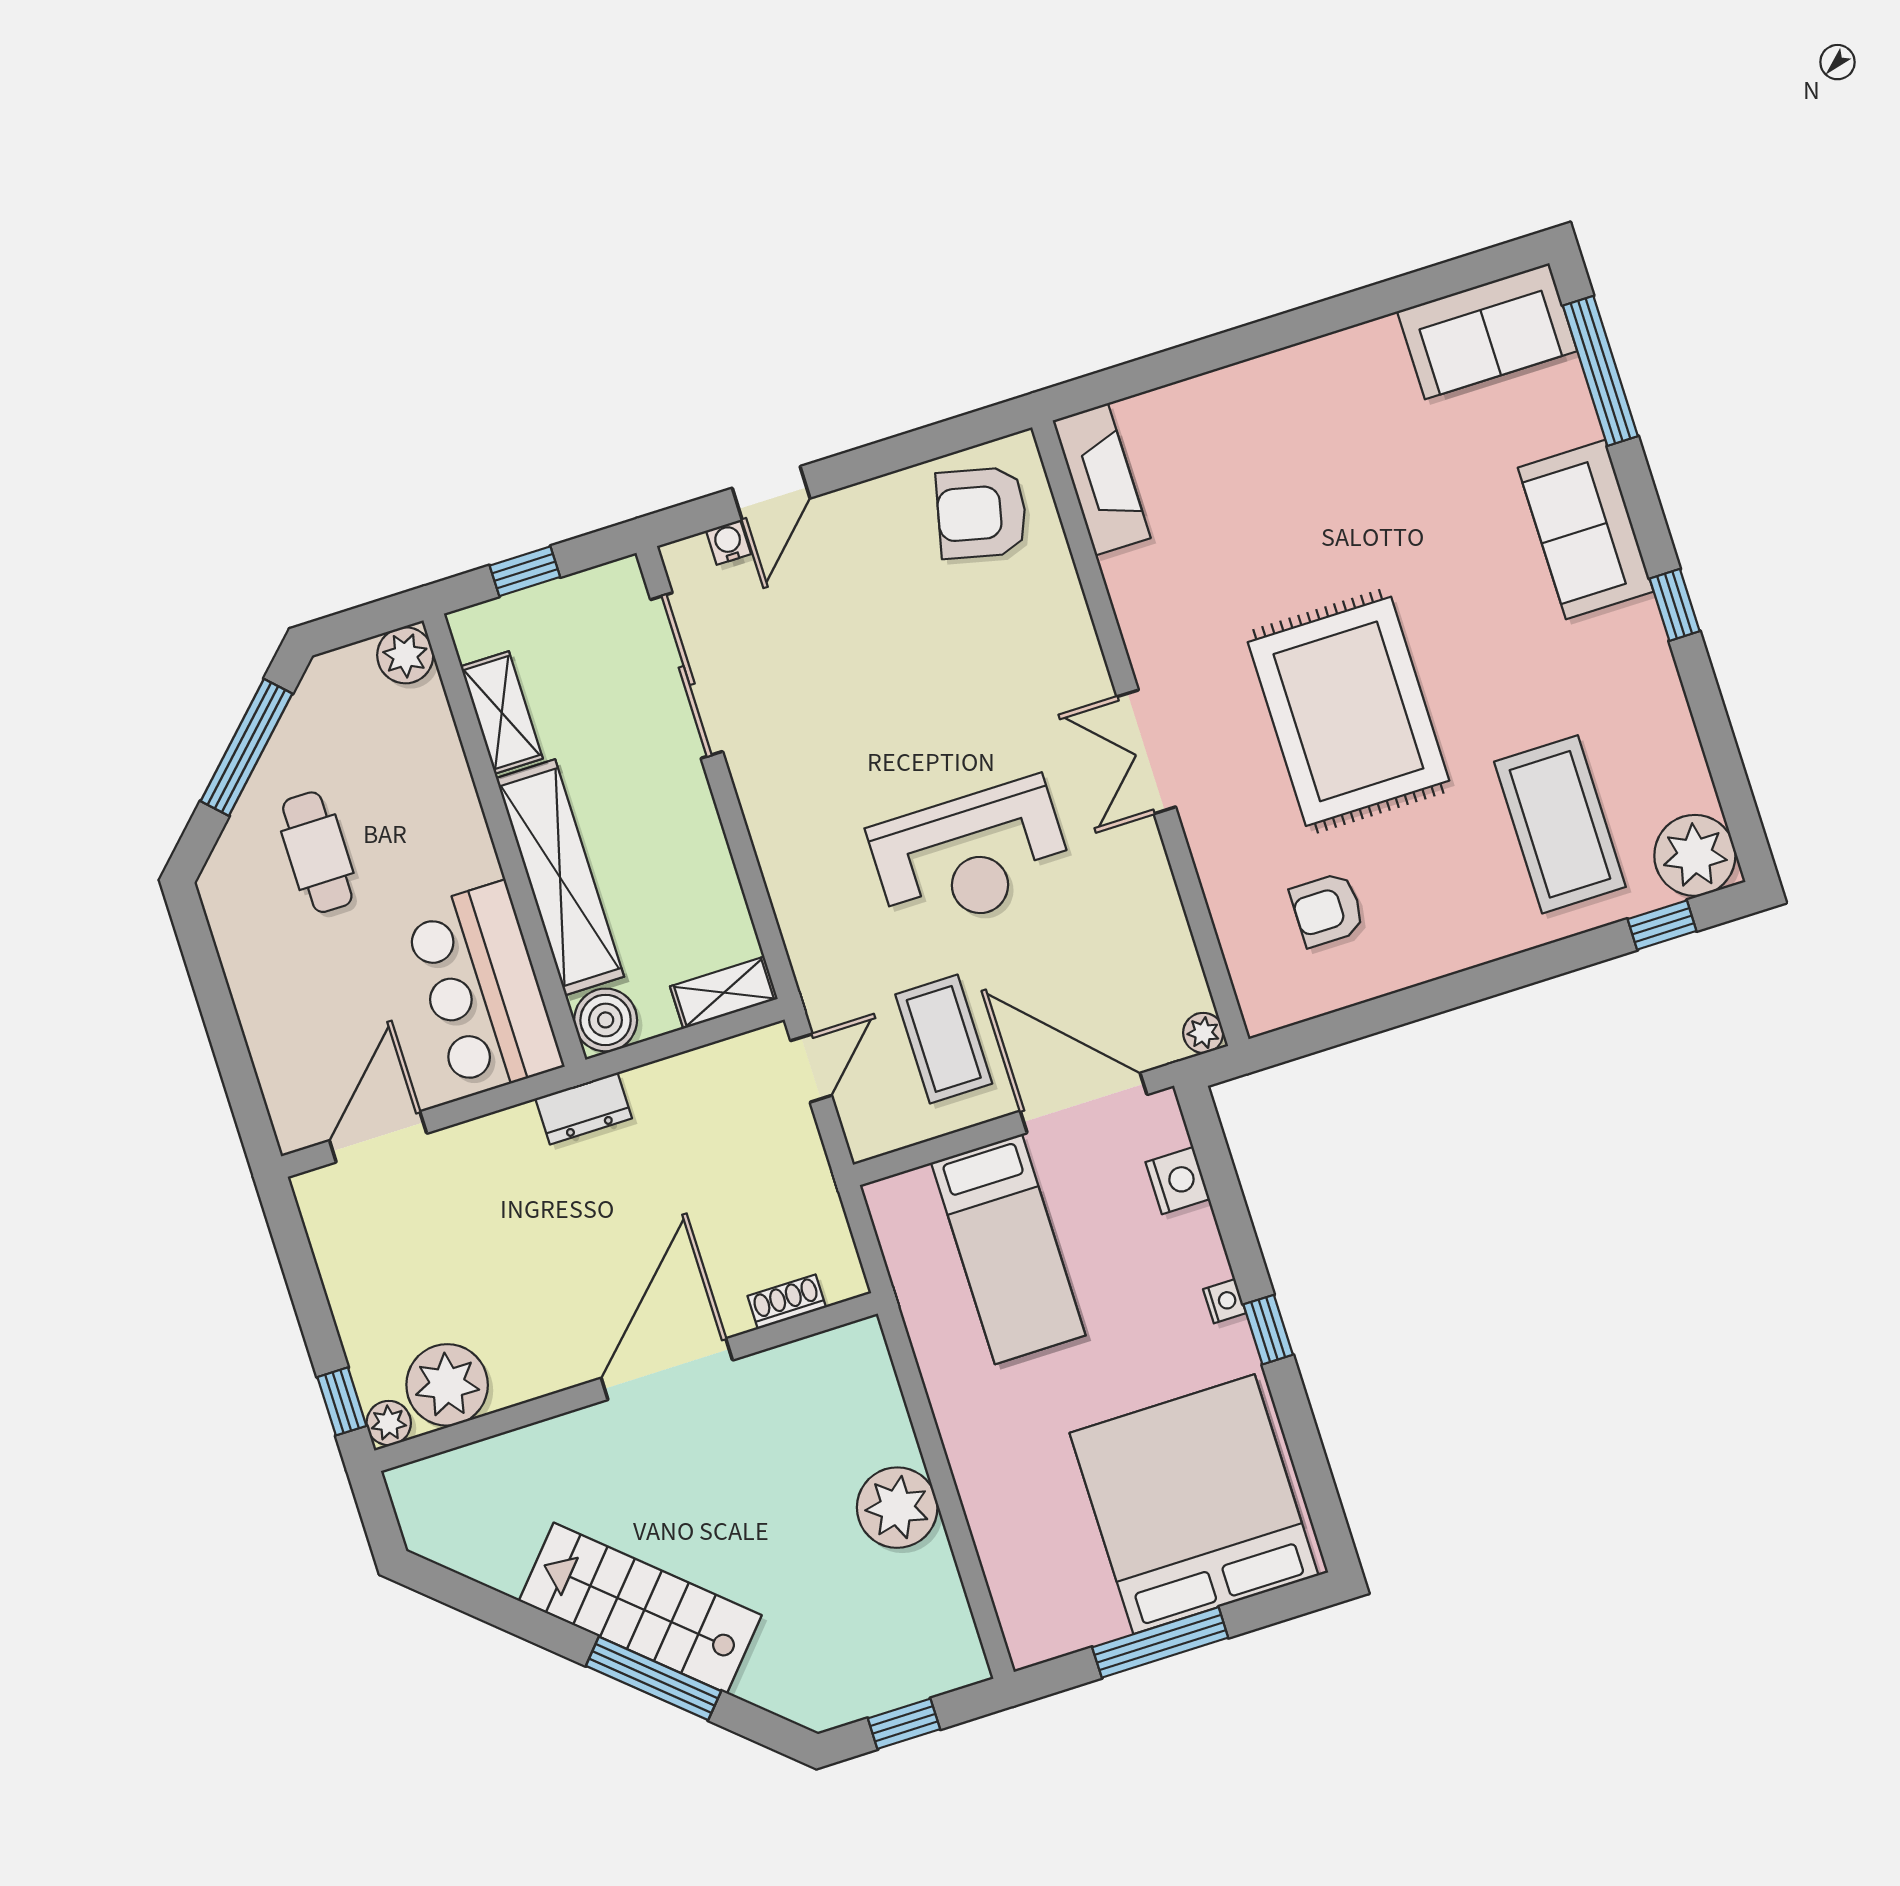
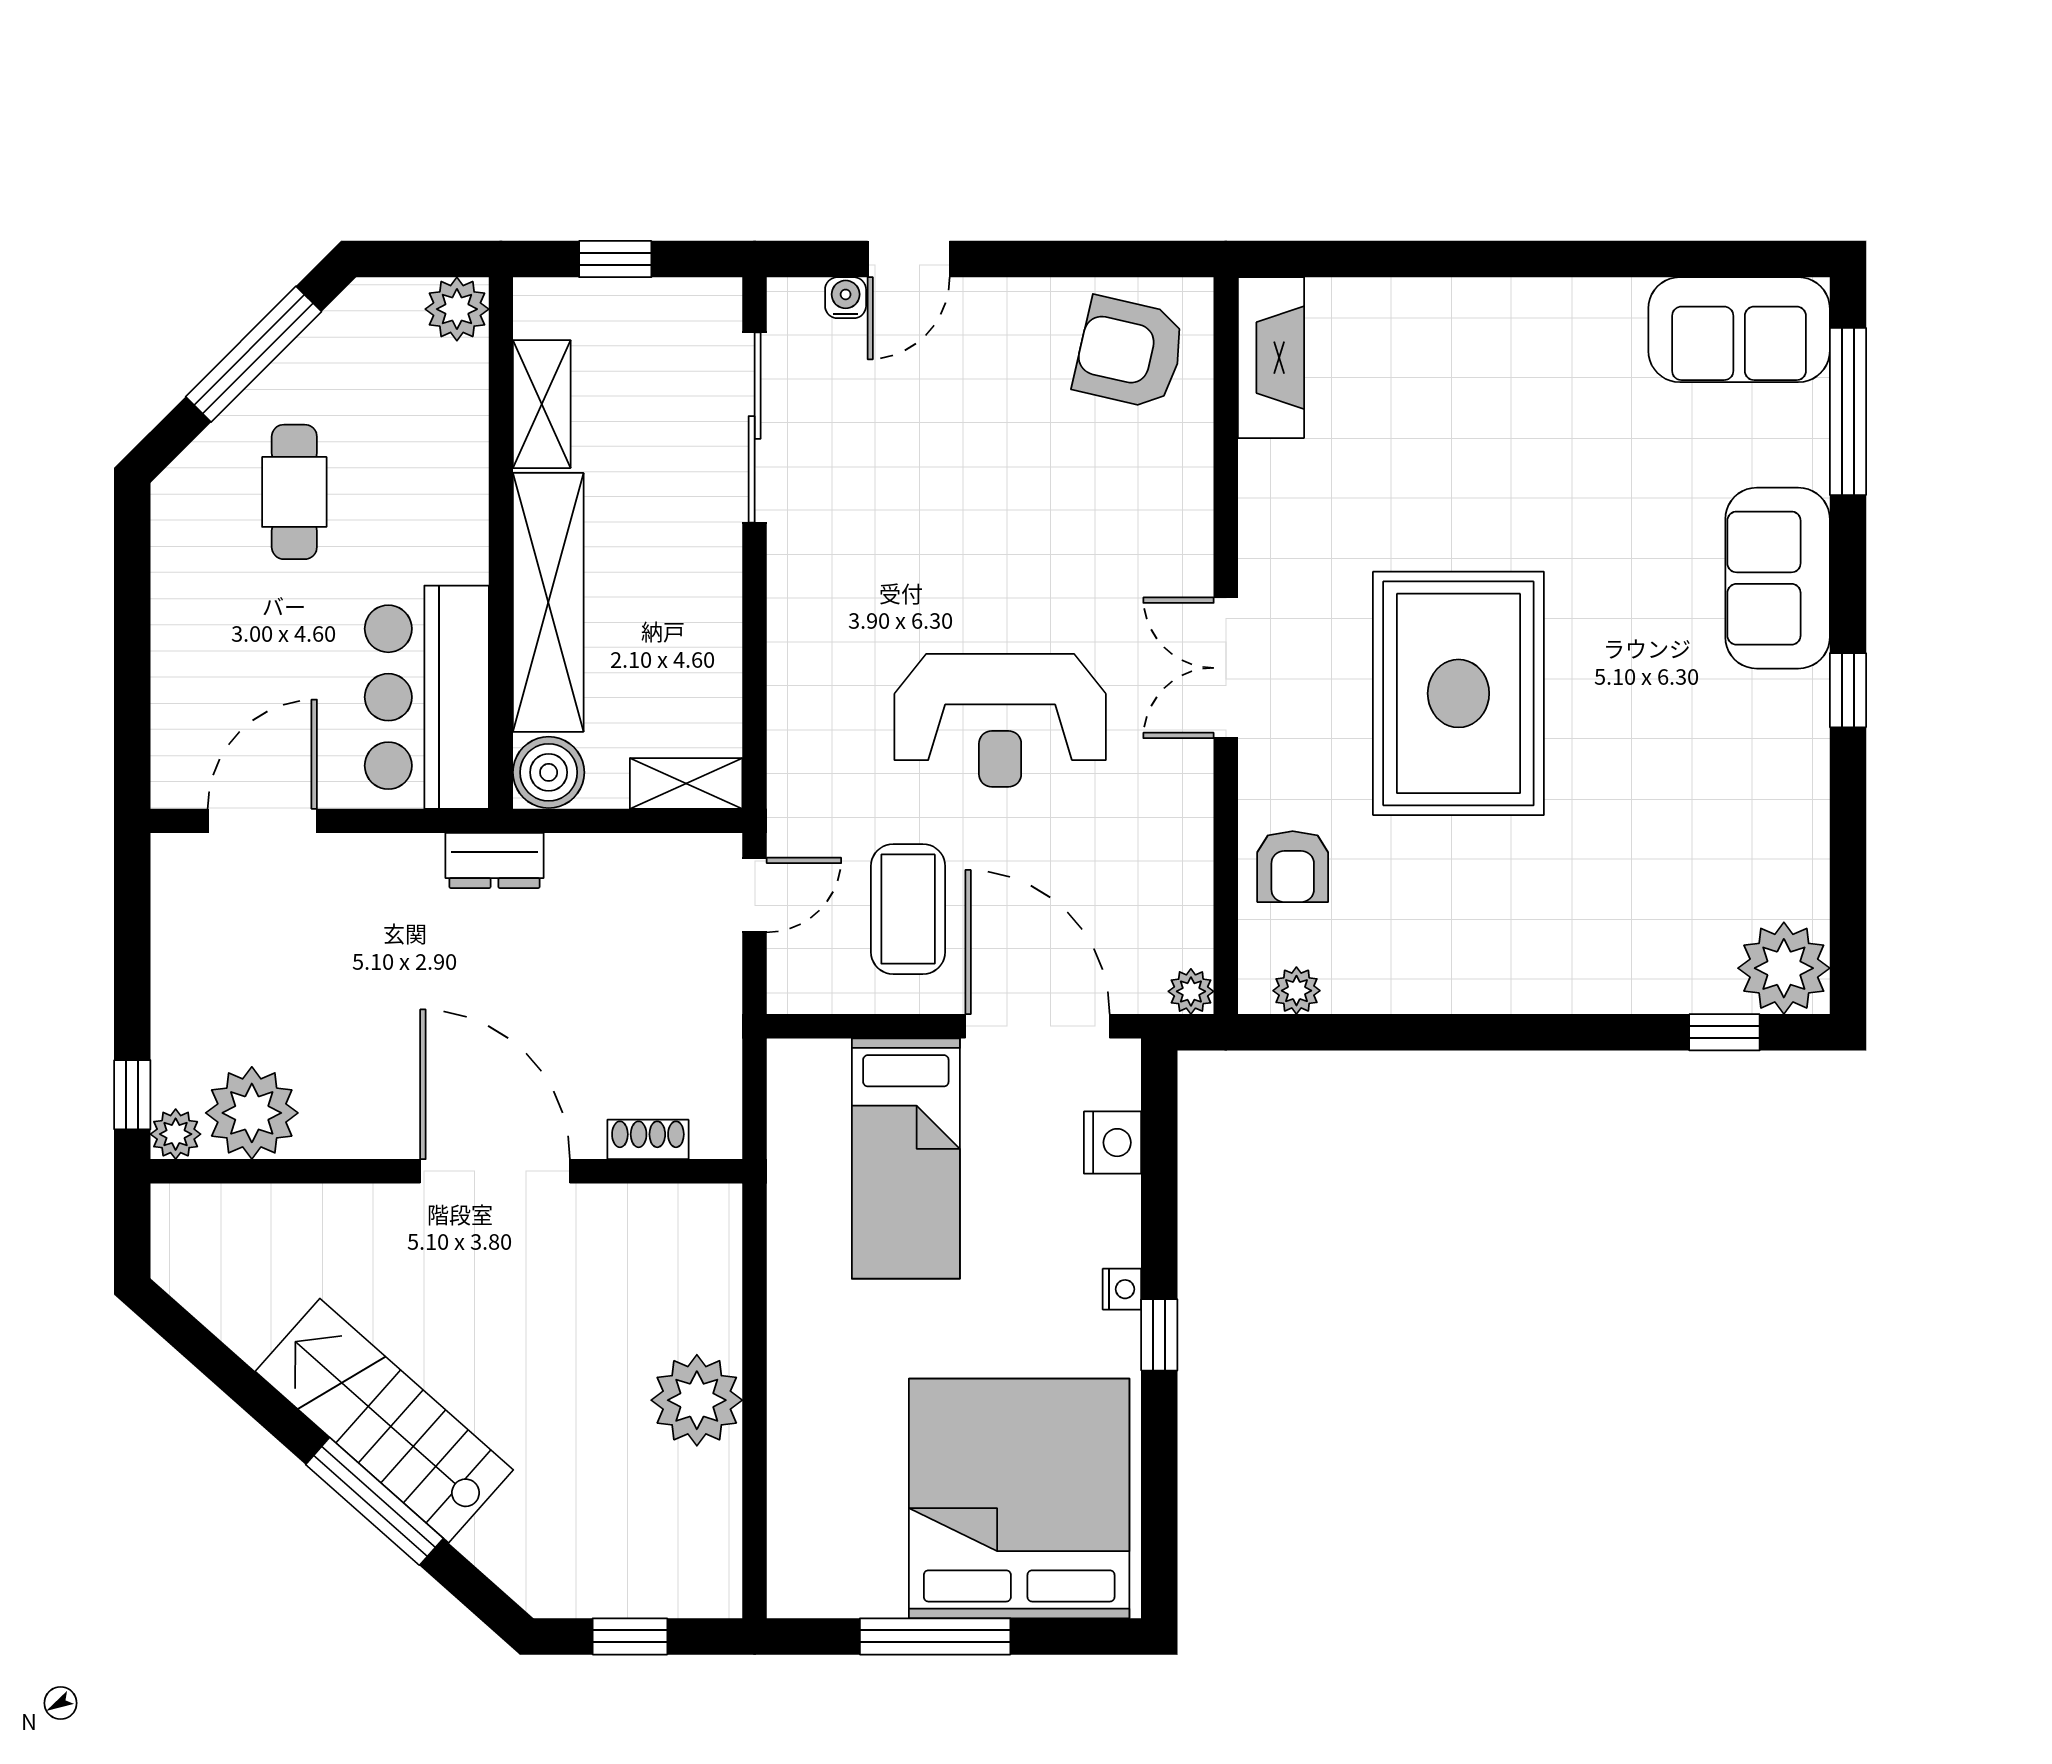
coffee table: (1560, 824) -> (1649, 888), removed
armchair: (1327, 910) -> (1293, 867), moved, turned -90
plant: (1292, 1004) -> (1296, 991), added
door: (667, 1369) -> (495, 1171), hinge flipped

